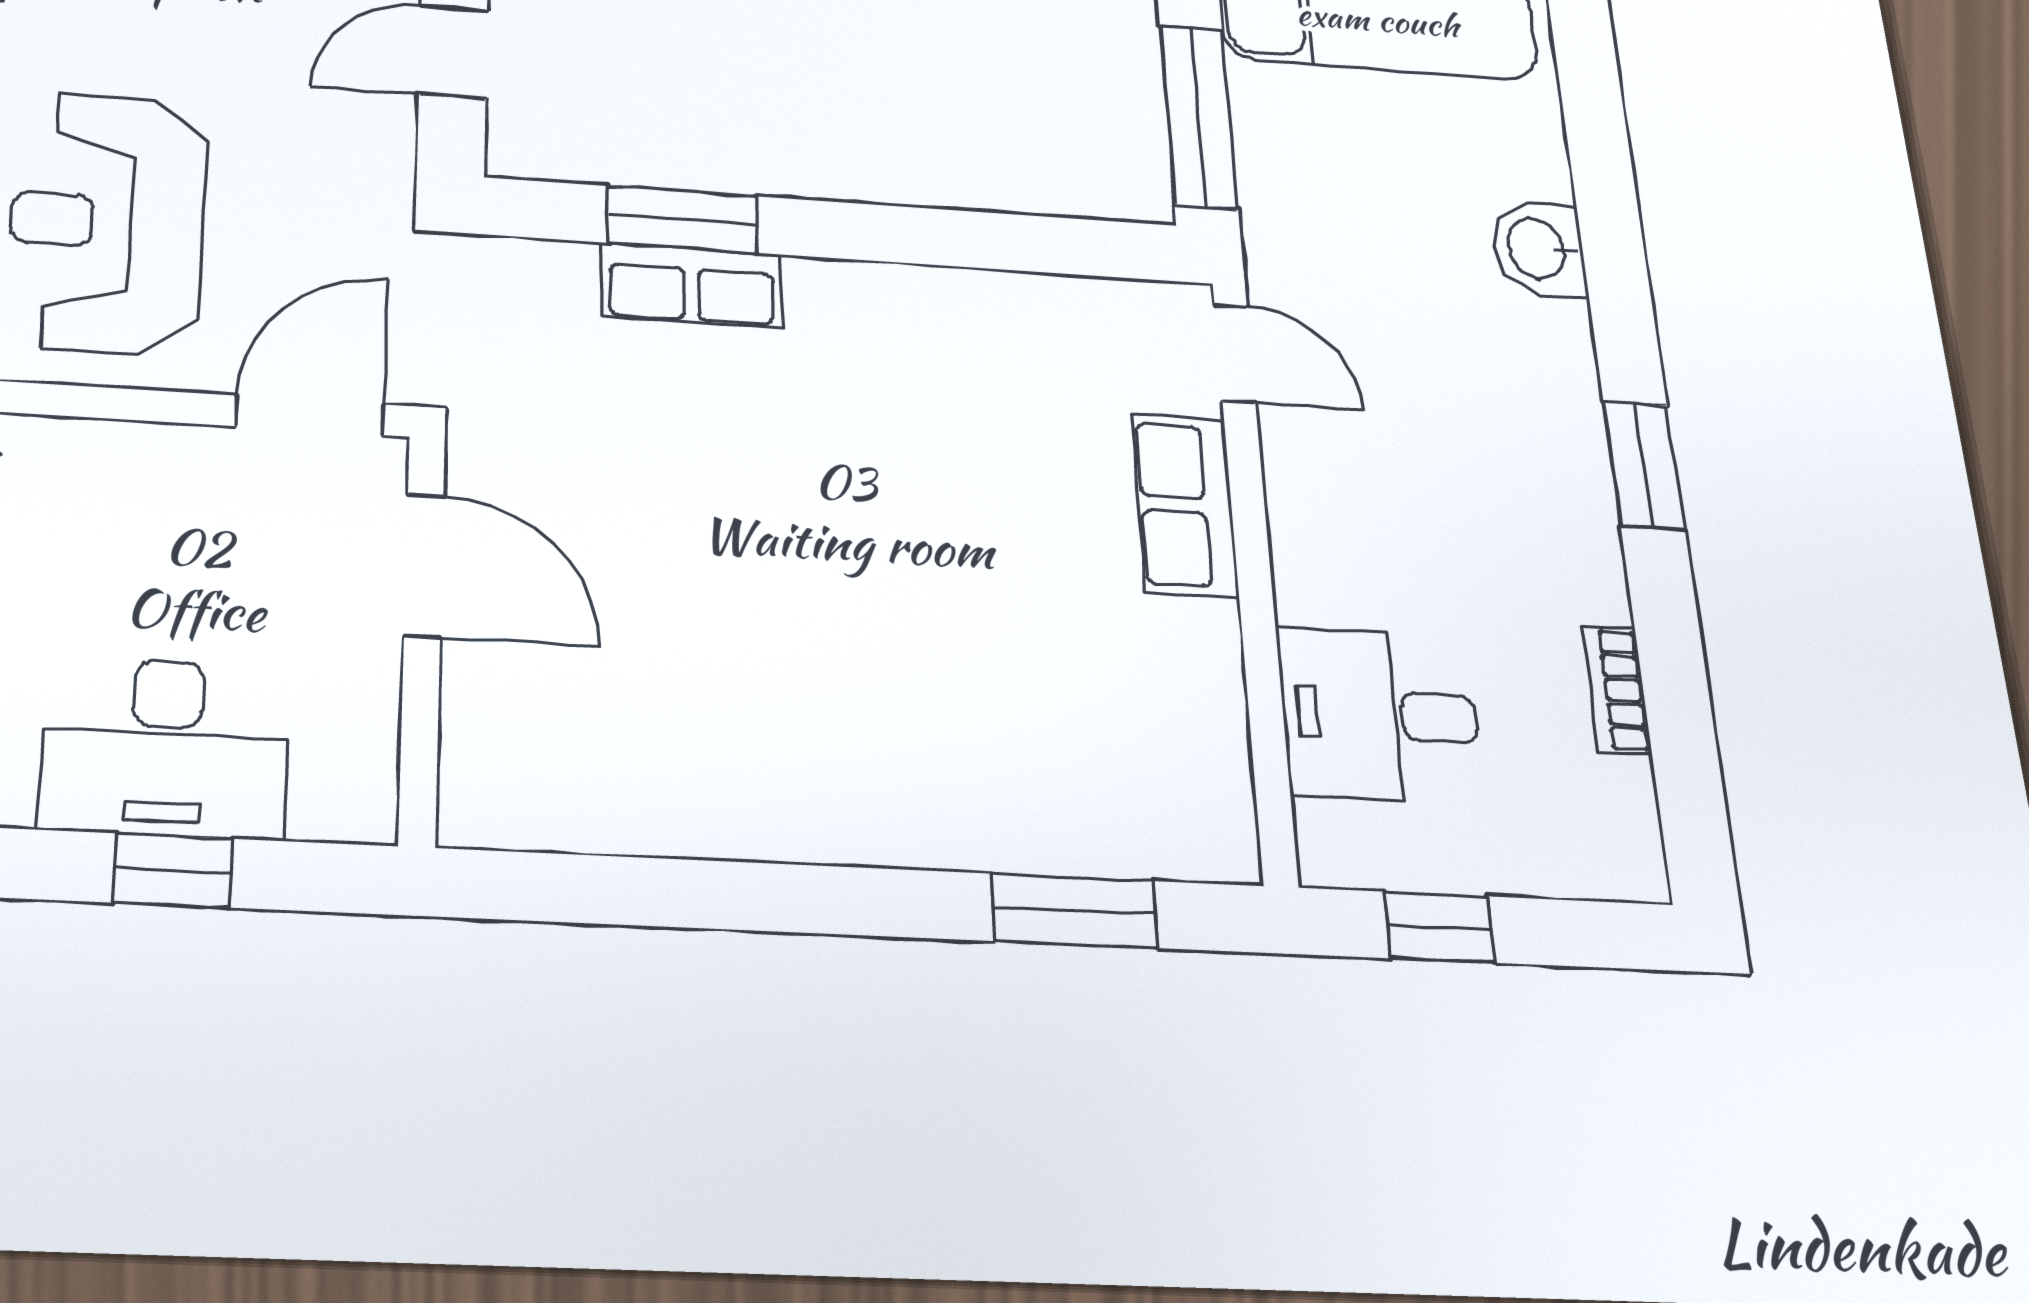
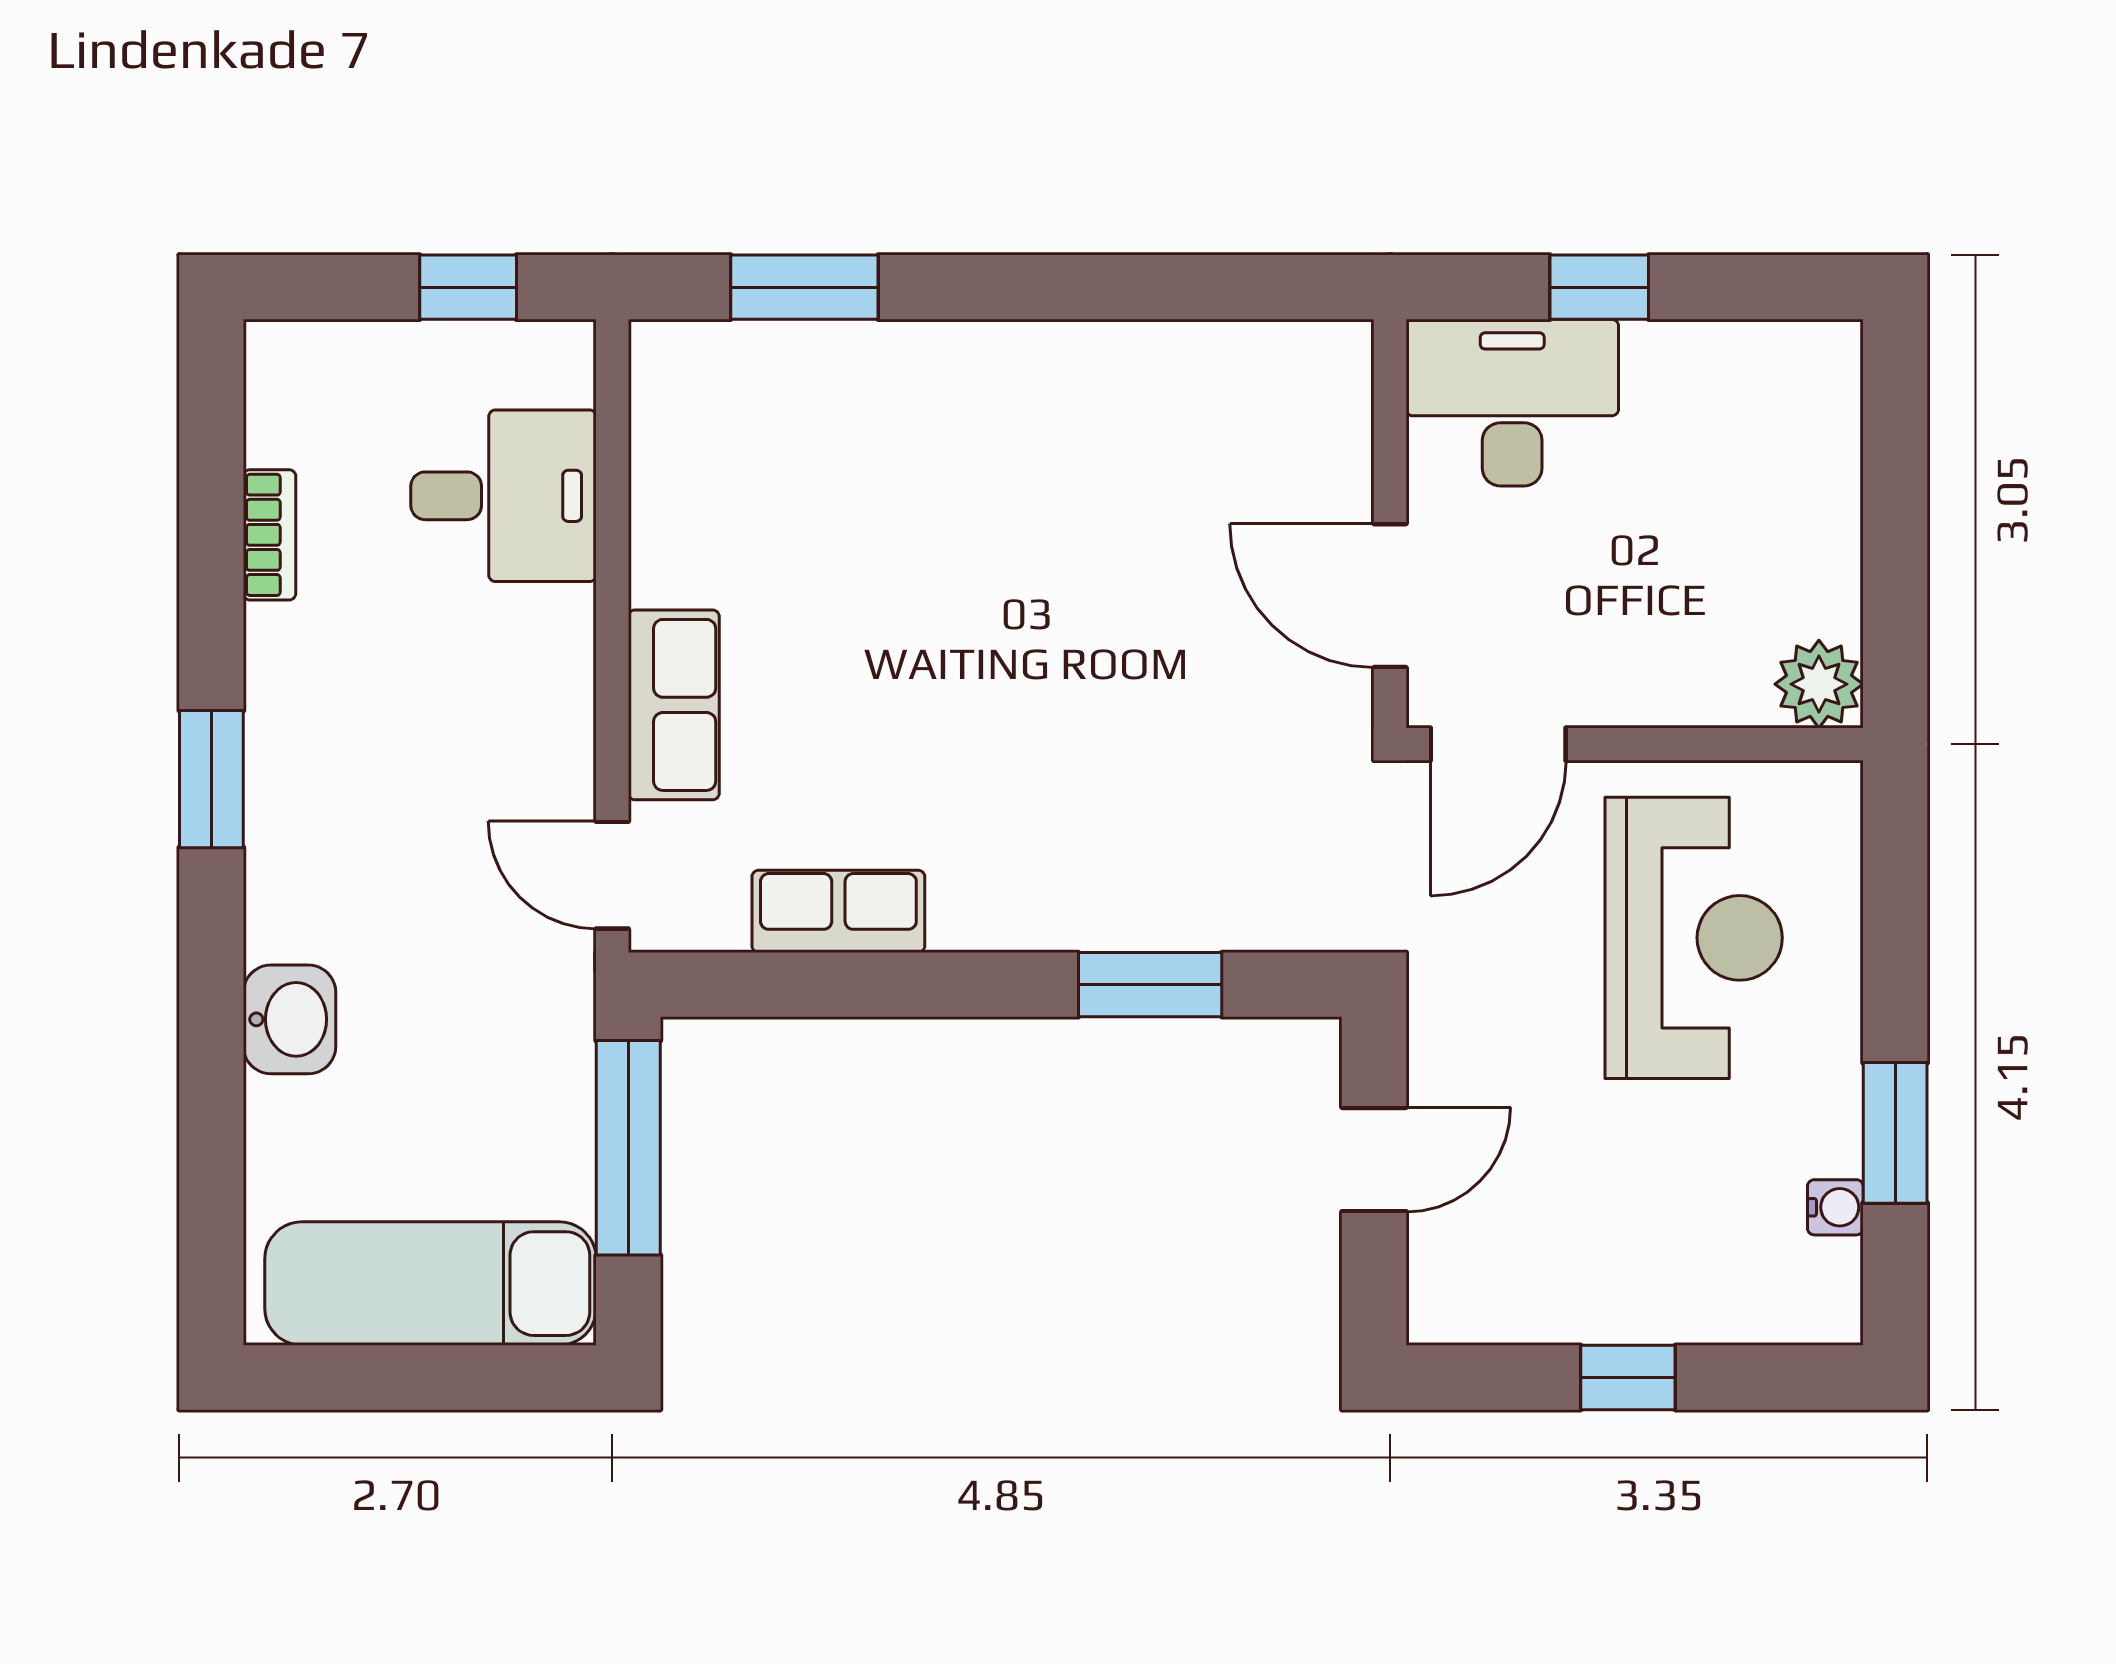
row of seats: (691, 285) -> (838, 911), moved
desk: (165, 748) -> (1512, 403), moved

